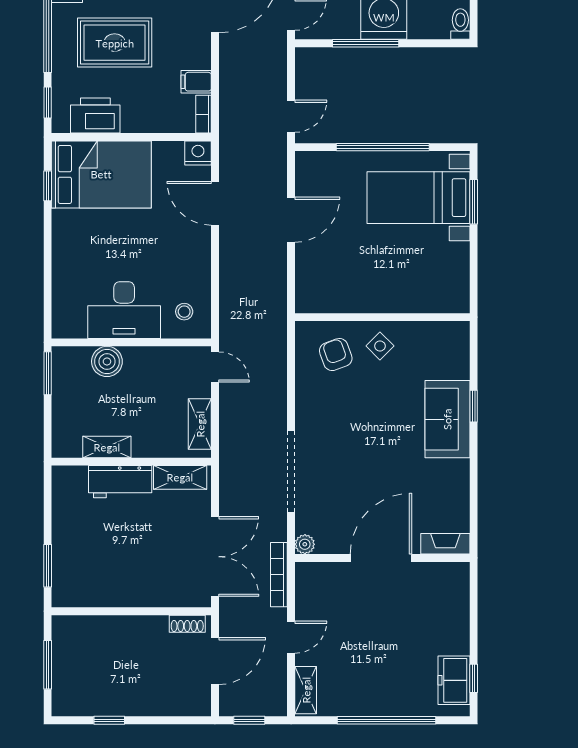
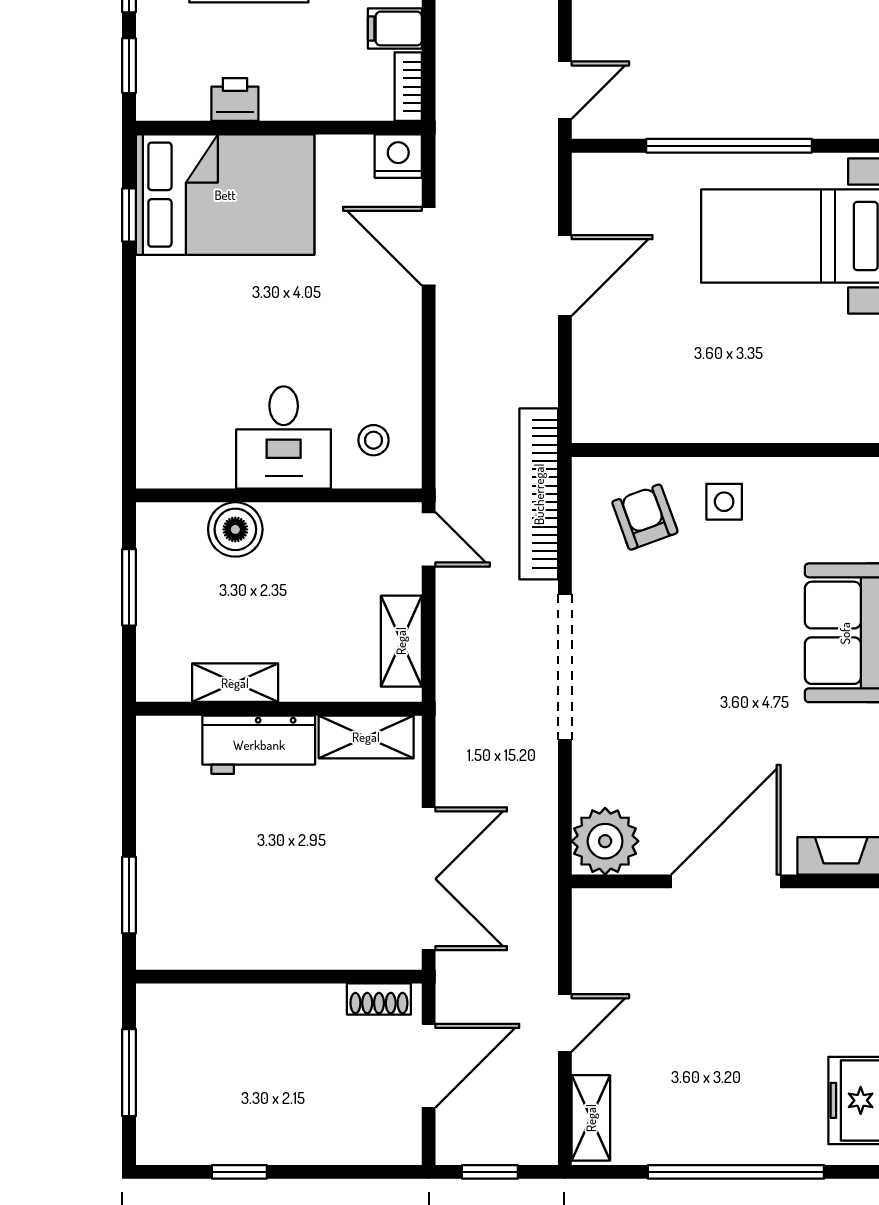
printer: (95, 116) -> (235, 99), width x0.53, depth x0.68
desk: (124, 310) -> (284, 437), width x0.73
side table: (380, 346) -> (724, 502), turned 45
window: (48, 373) -> (129, 587), moved
doorway: (291, 472) -> (565, 667), moved
plant: (305, 544) -> (605, 841), width x1.87, depth x1.87
bookcase: (279, 575) -> (539, 494), moved, width x1.48, depth x1.31

